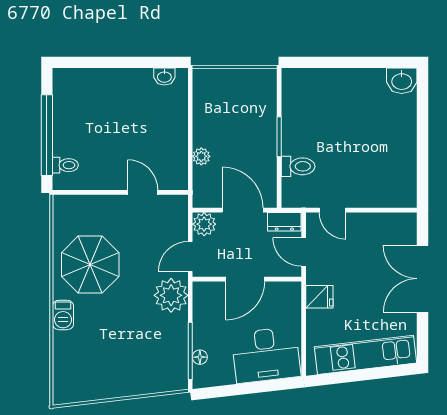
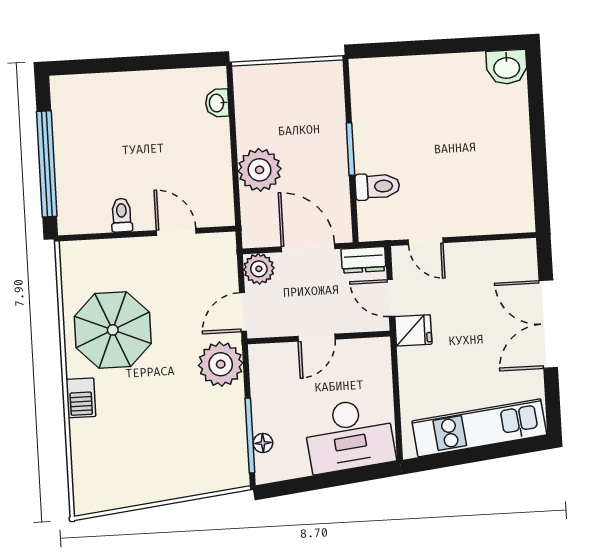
washbasin: (164, 77) -> (217, 103), moved, turned 90
plant: (201, 156) -> (260, 170), width x1.88, depth x1.88
toilet: (65, 165) -> (122, 215), moved, turned -90
door: (245, 279) -> (317, 338), width x0.73
fridge: (319, 297) -> (413, 330), moved

